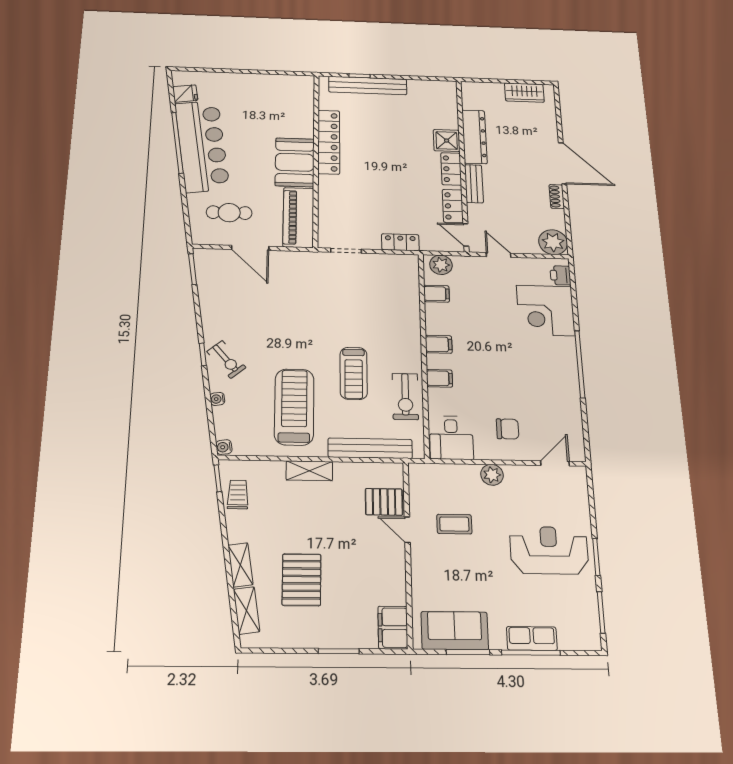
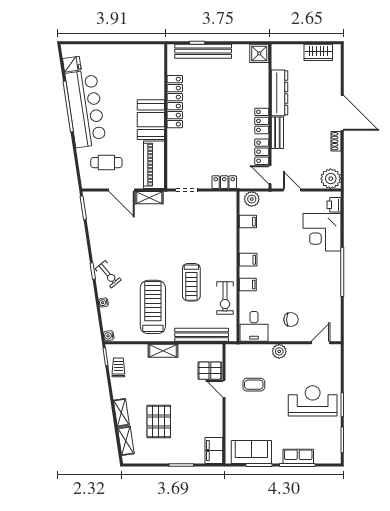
shower: (447, 141) -> (259, 53), moved
shelving: (291, 259) -> (149, 198), added

